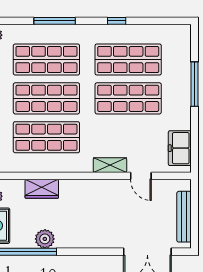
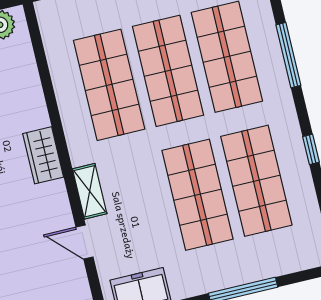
door: (141, 176) -> (85, 242), hinge flipped
wardrobe: (42, 189) -> (43, 155), moved

